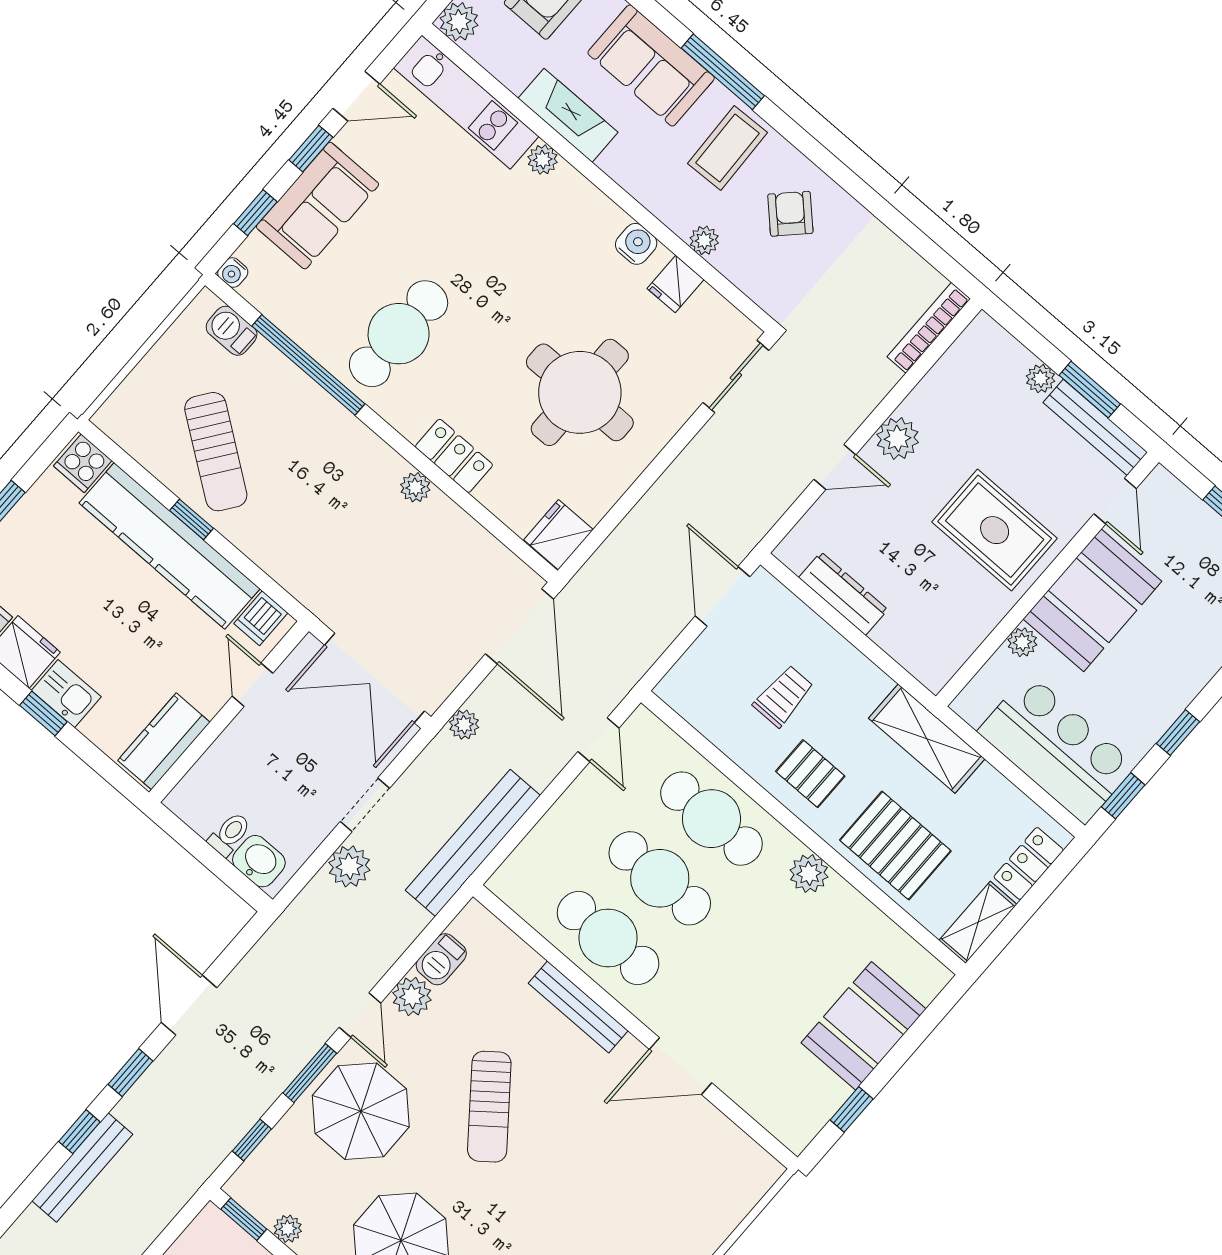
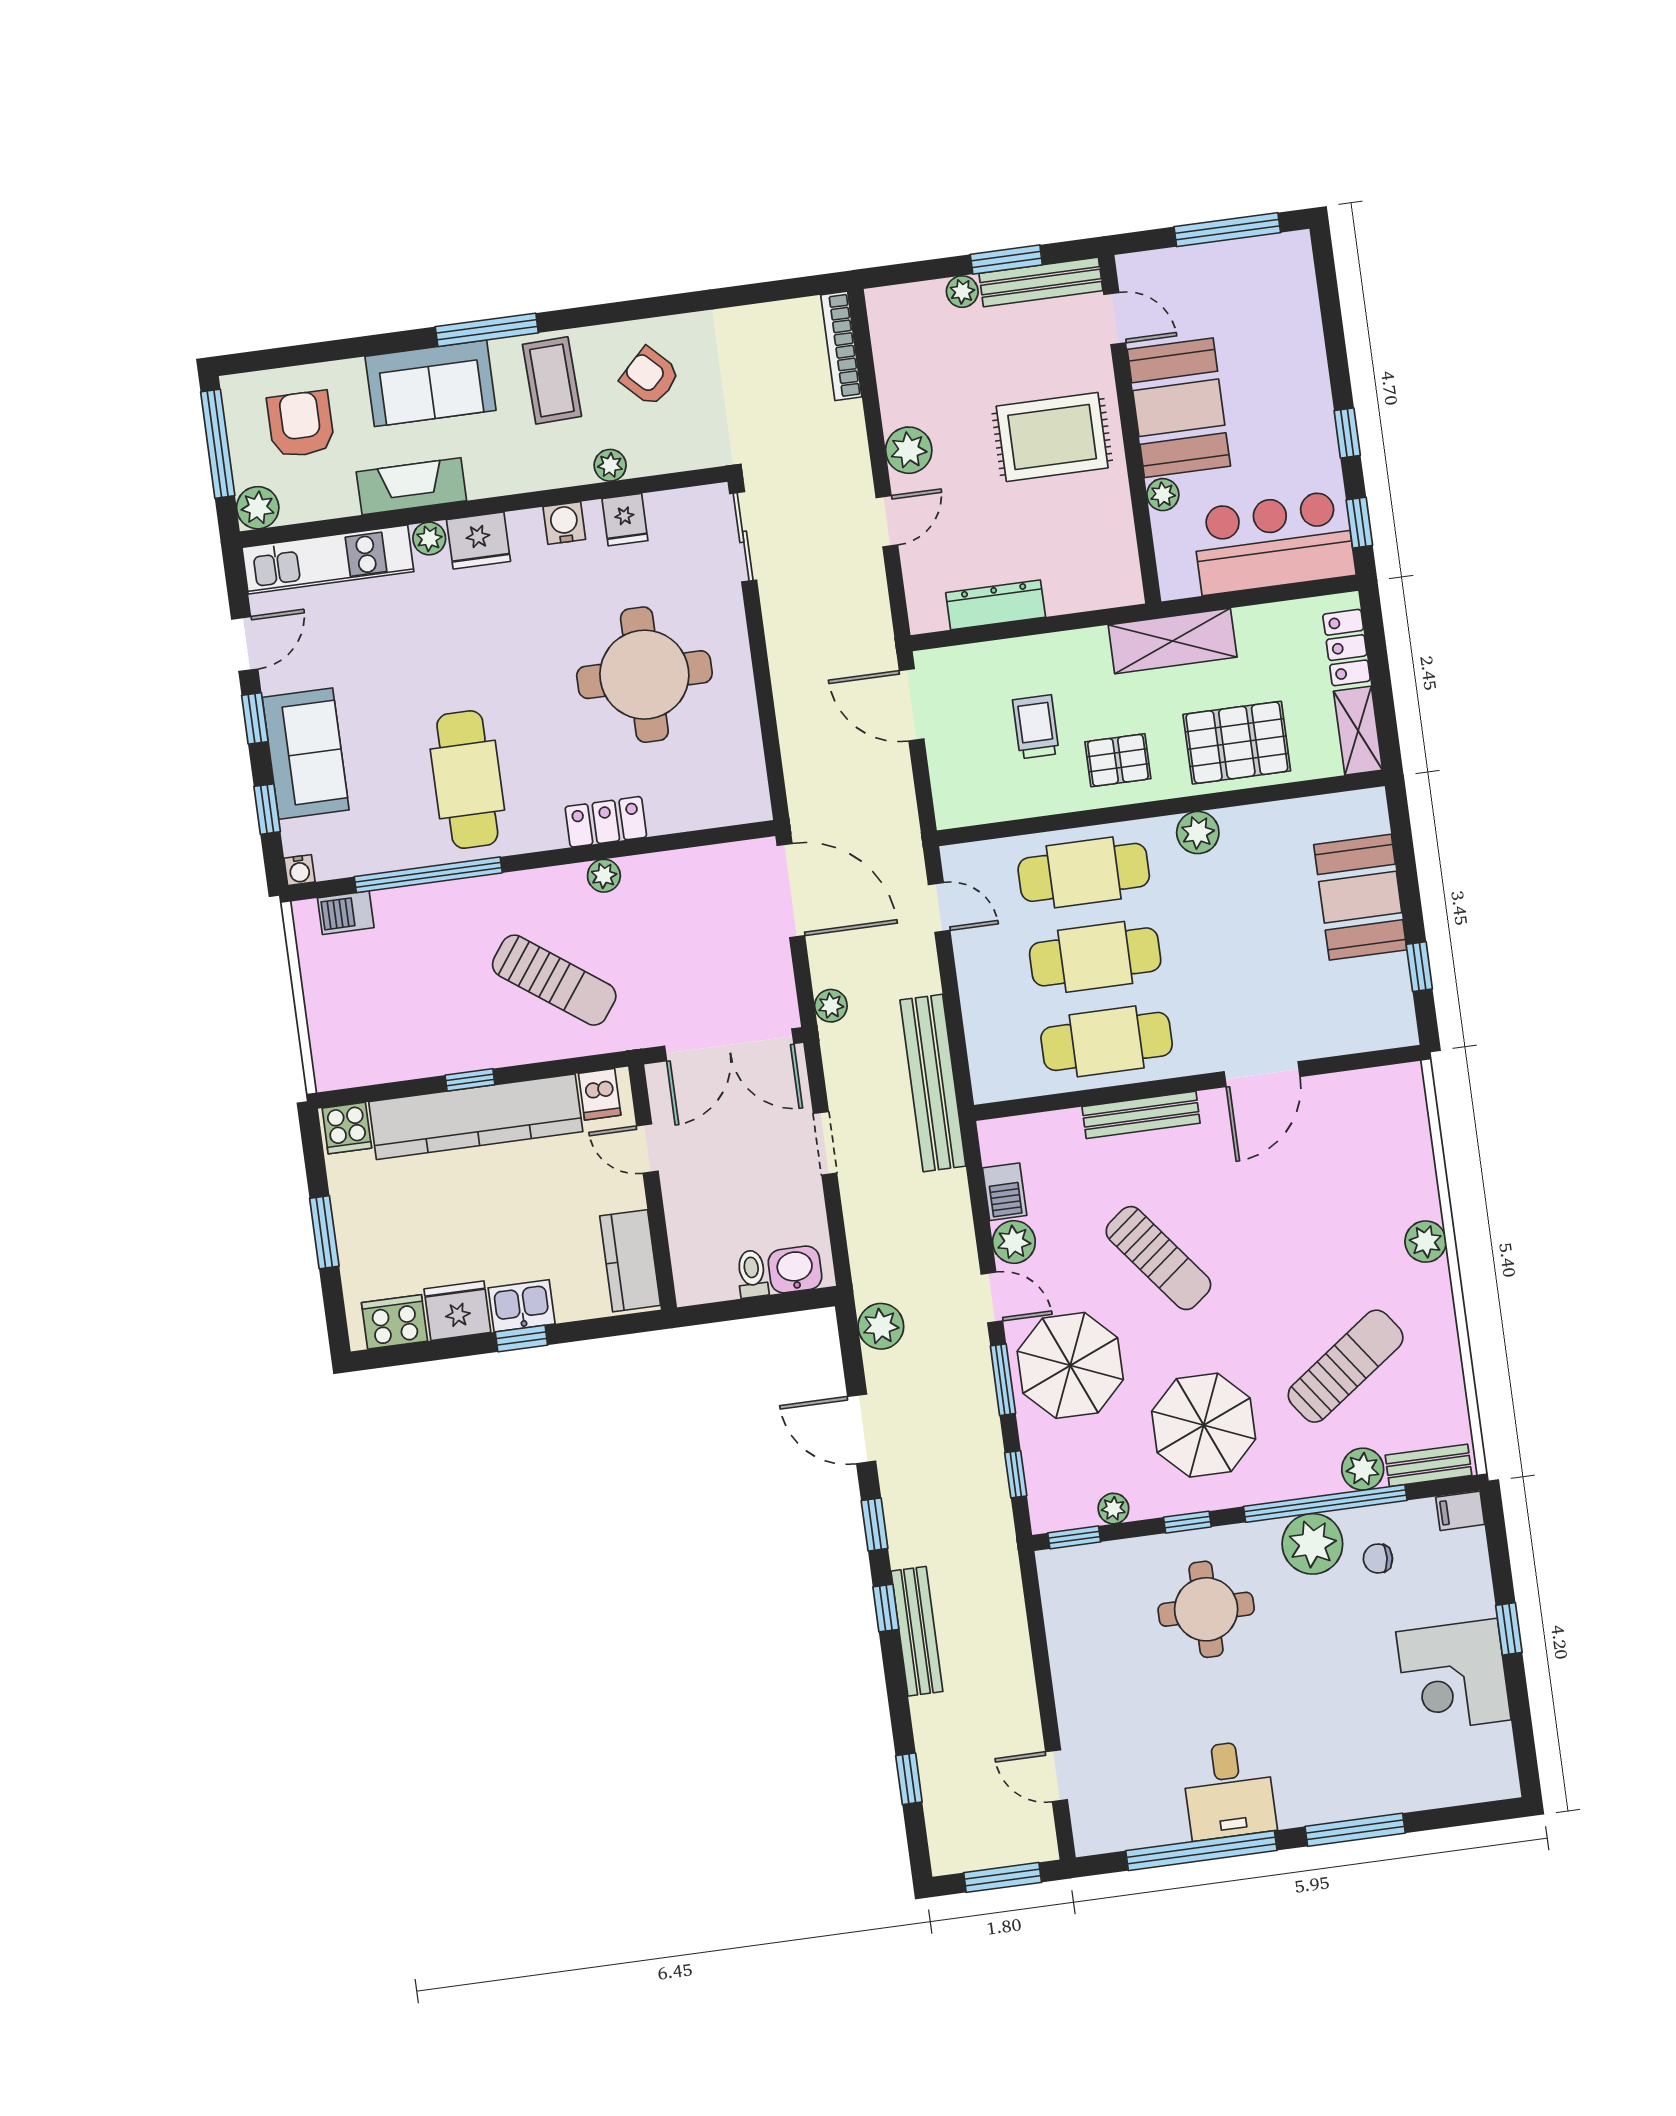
sun lounger: (216, 452) -> (554, 980), moved
fridge: (559, 535) -> (478, 540), moved, turned -90
plant: (349, 866) -> (881, 1326), moved

